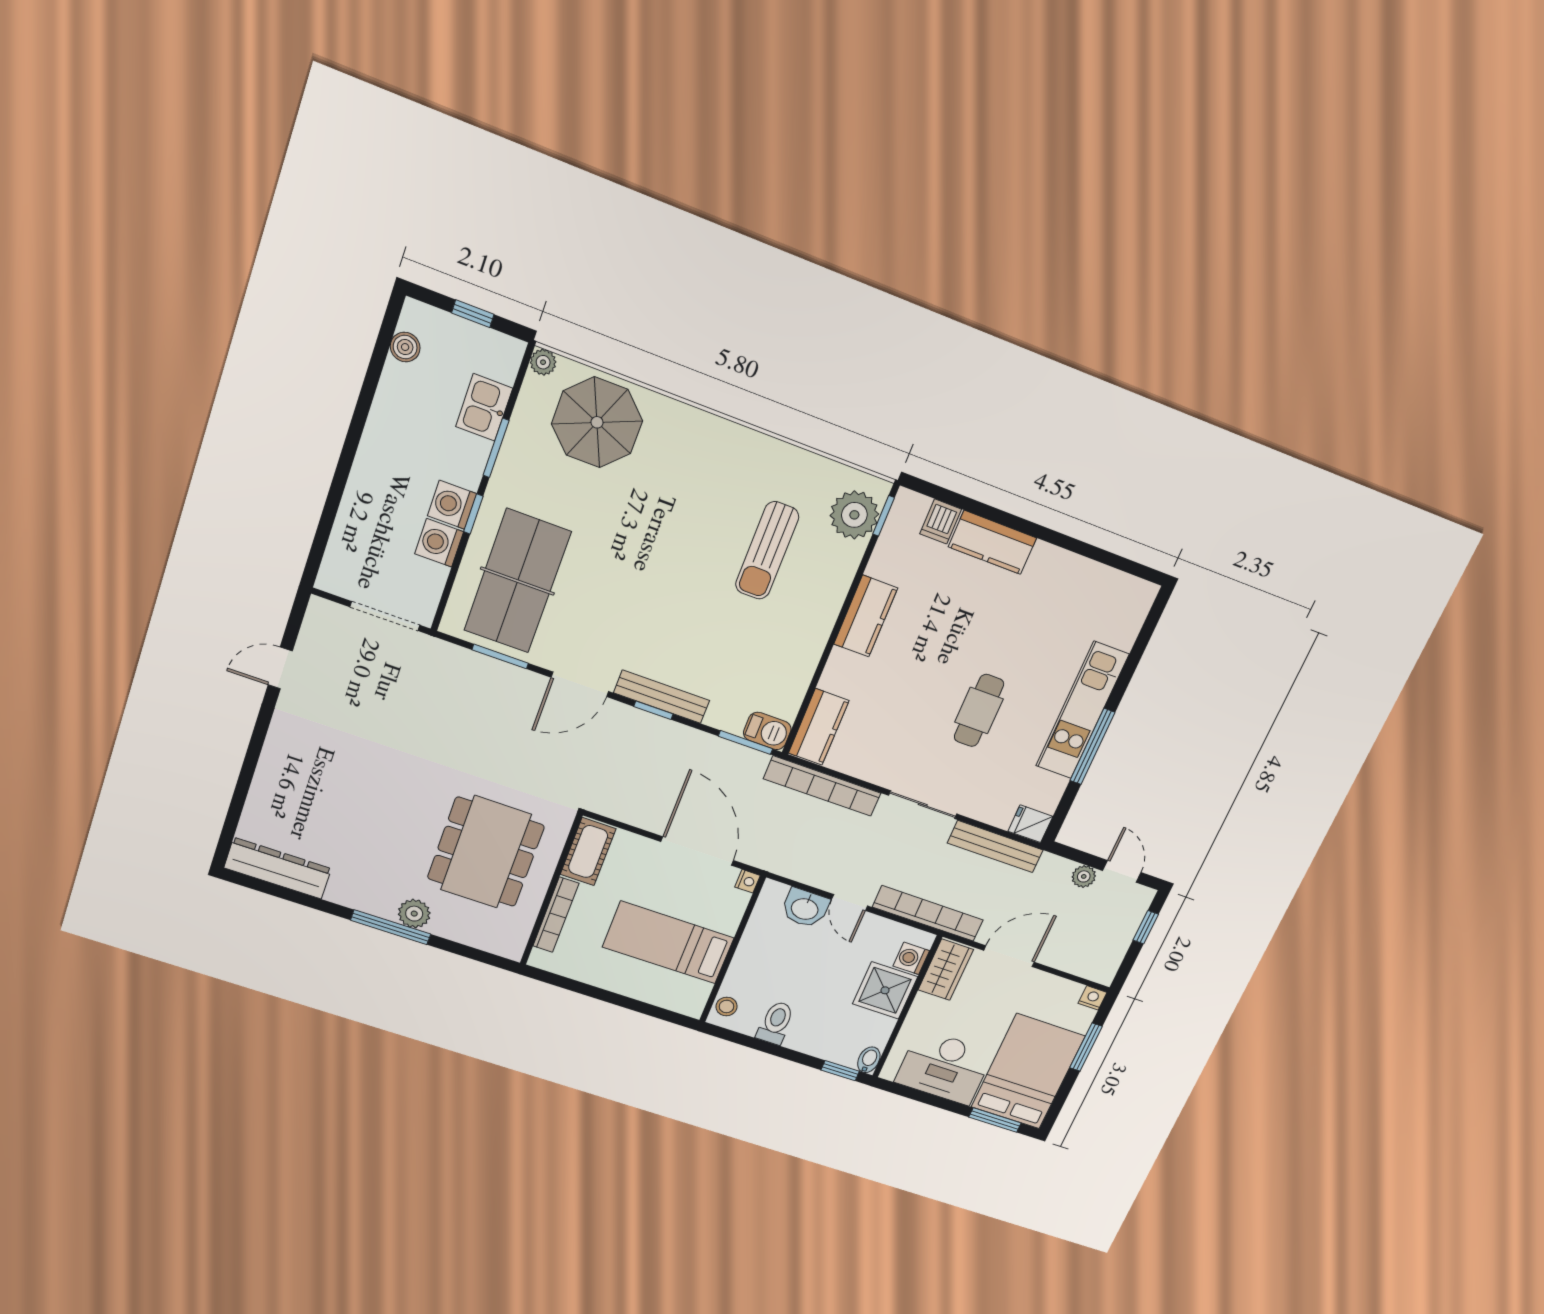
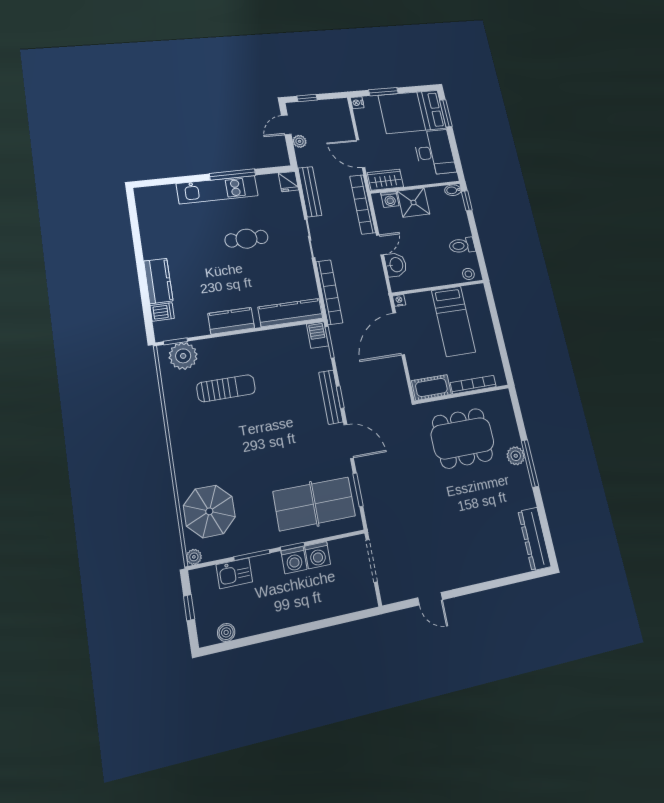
kitchen counter: (819, 727) -> (290, 313), width x1.50

